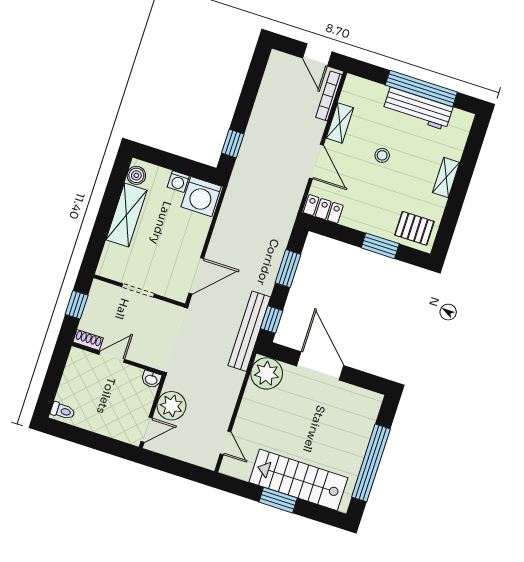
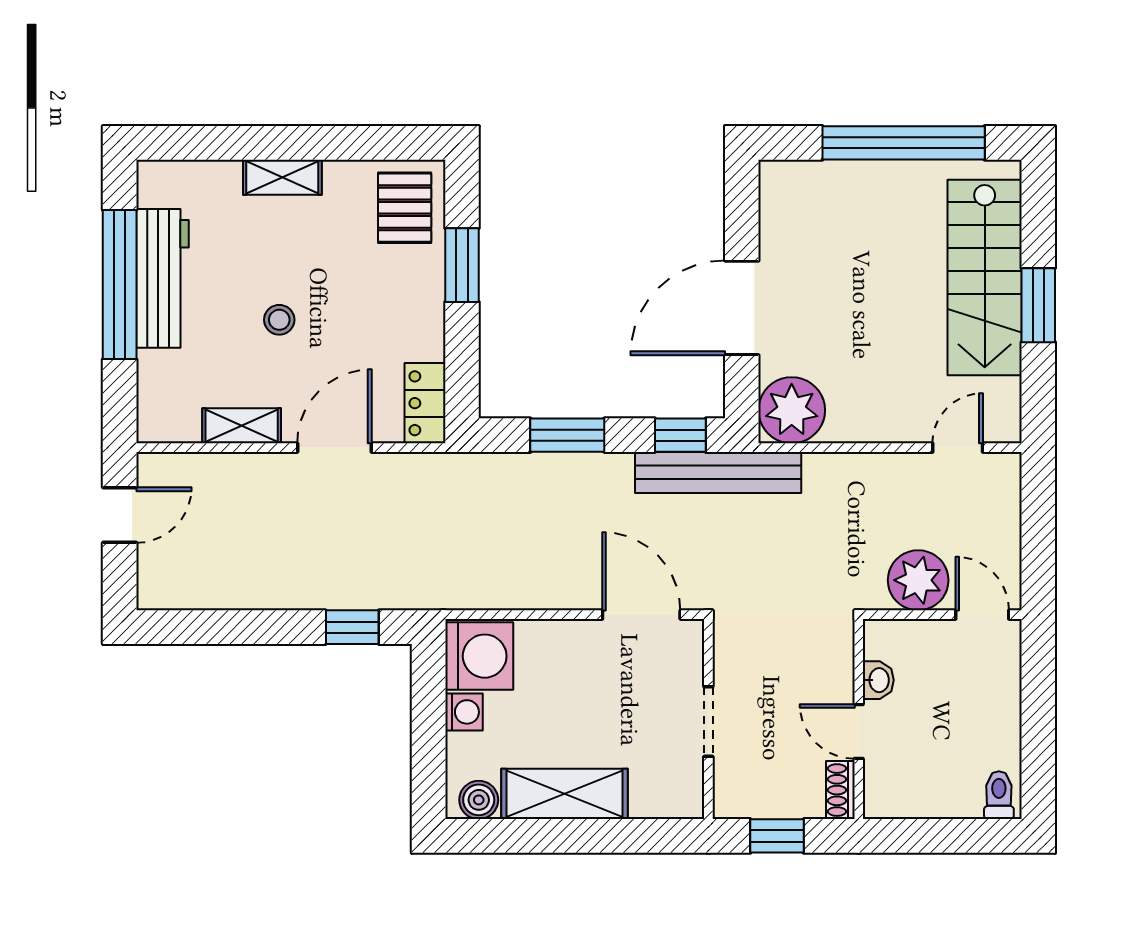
bookcase: (329, 96) -> (195, 465), removed
washbasin: (151, 379) -> (878, 680), moved

